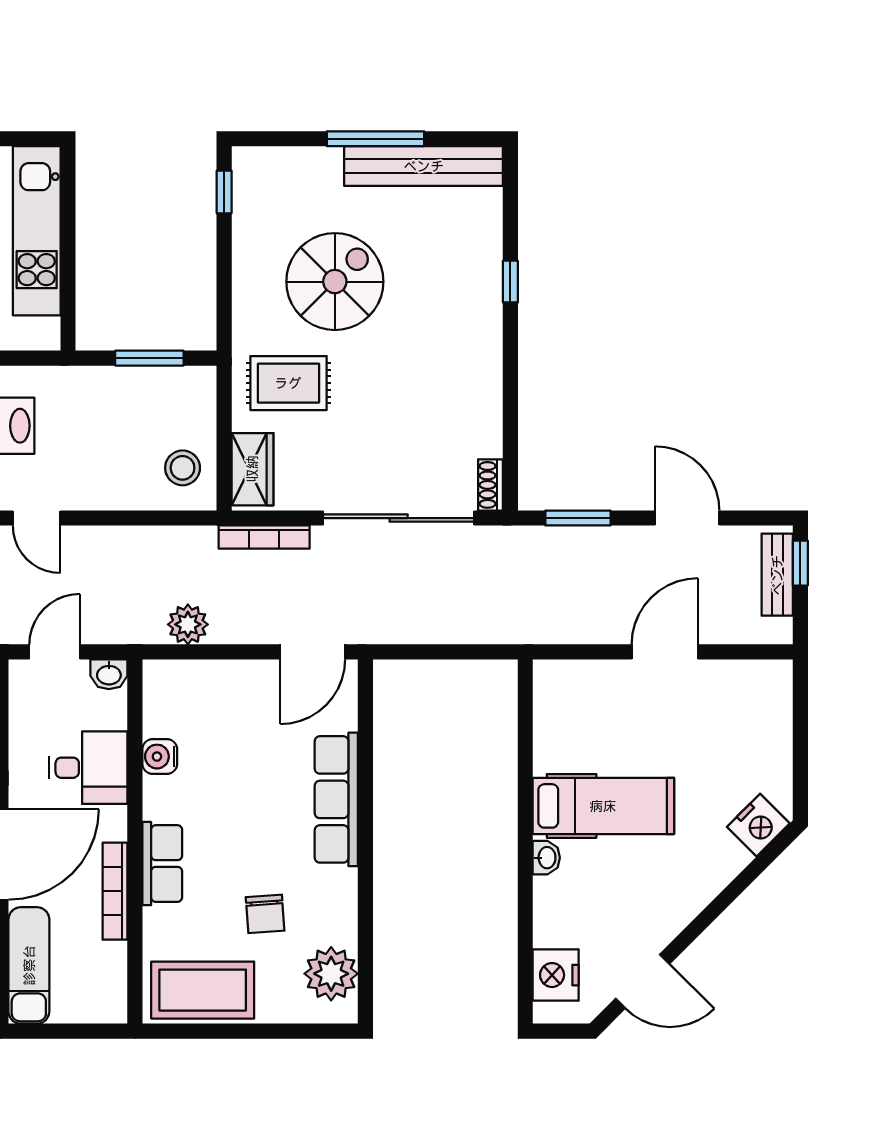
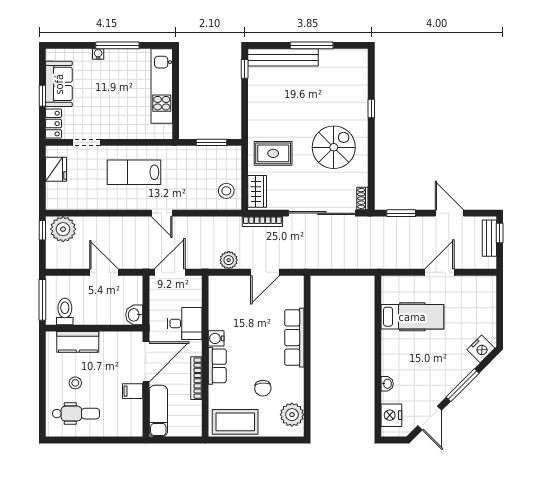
bench: (424, 166) -> (283, 57), moved
spiral stairs: (335, 282) -> (334, 147), moved
door: (55, 652) -> (170, 272), width x1.38
door: (313, 652) -> (265, 272), moved
washbasin: (109, 674) -> (194, 282), removed
water cooler: (160, 757) -> (216, 338), moved
hospital bed: (603, 806) -> (412, 317), moved
washbasin: (546, 858) -> (387, 384), moved
window: (717, 907) -> (463, 385), added
door: (643, 981) -> (430, 418), hinge flipped

